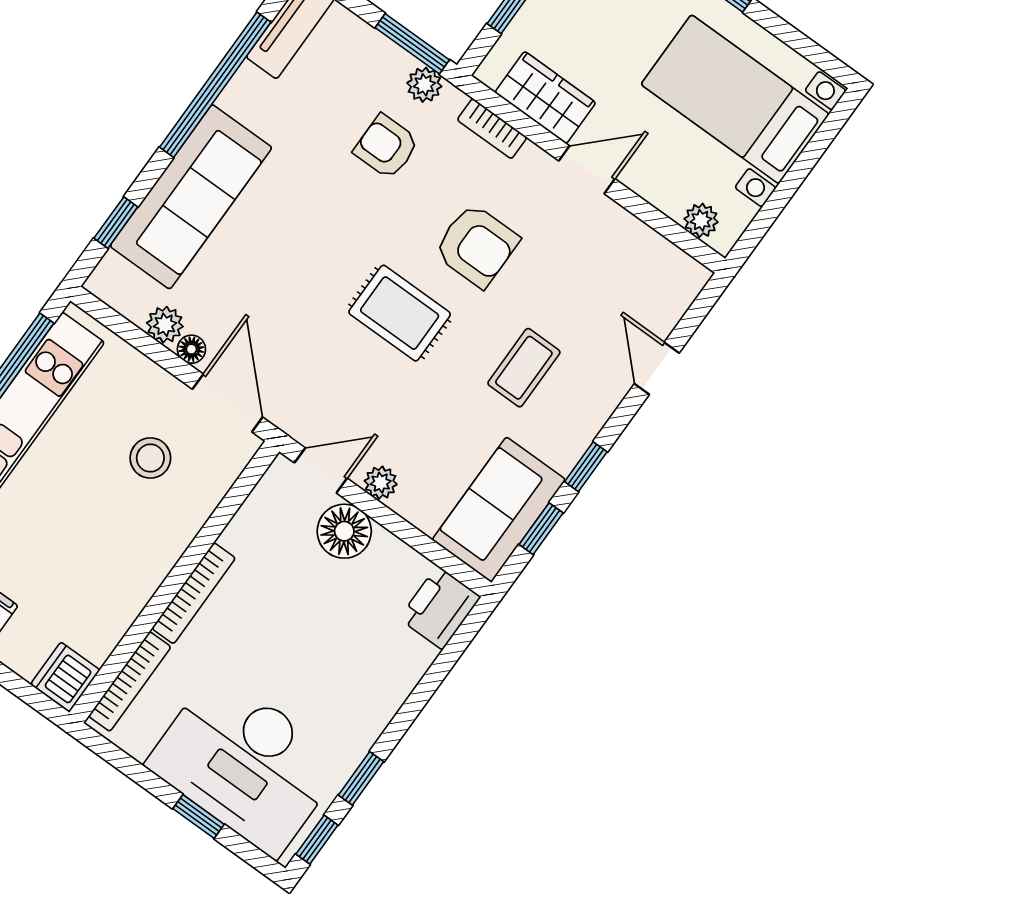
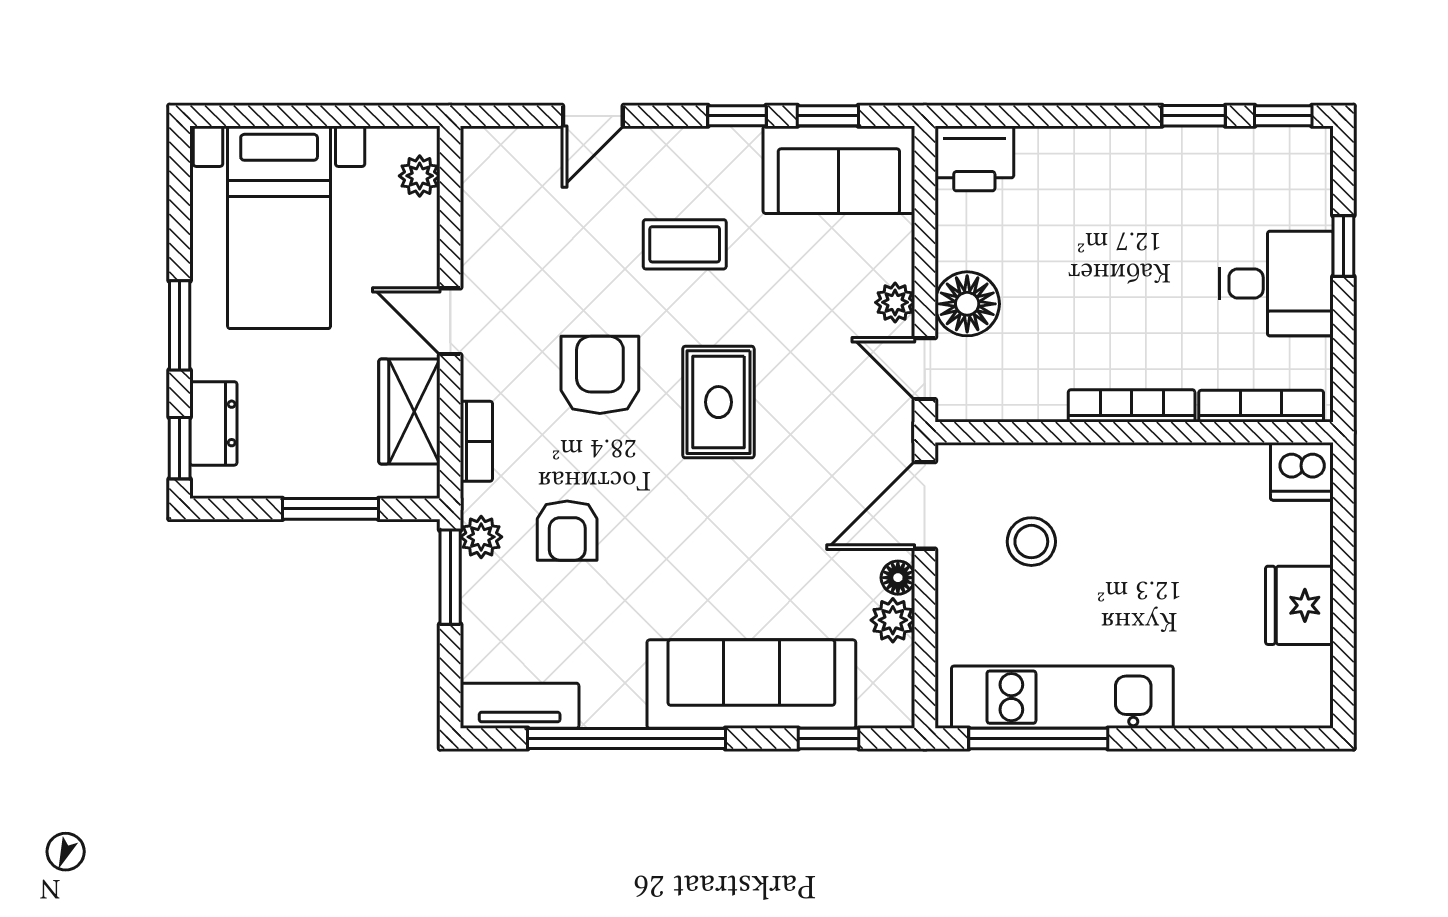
desk: (245, 763) -> (1277, 283), width x0.53, depth x0.77

